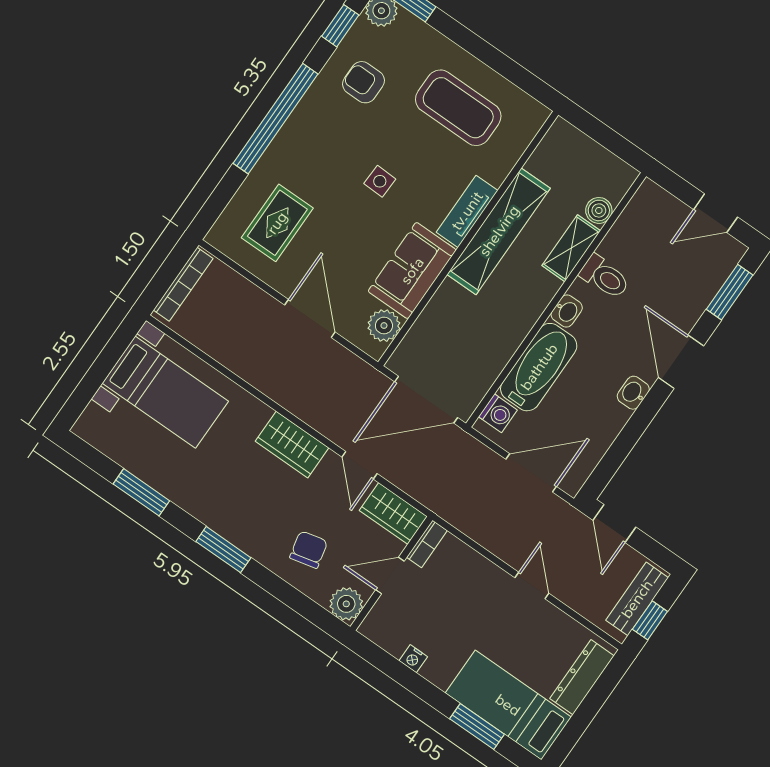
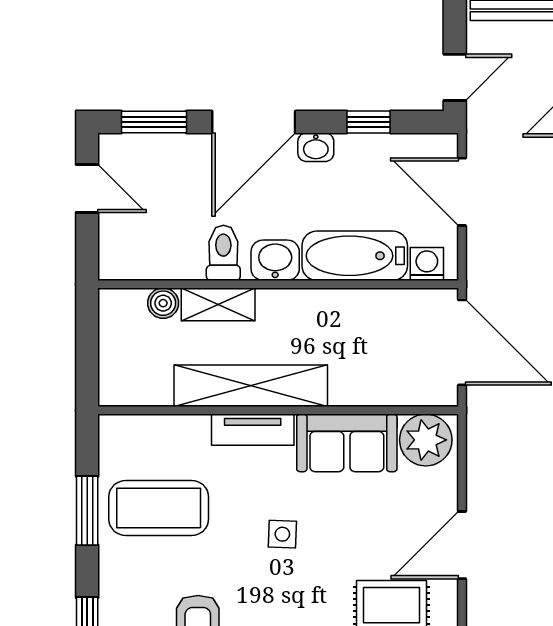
window: (491, 57) -> (87, 511), added
coffee table: (458, 108) -> (159, 508), turned 90
washbasin: (567, 311) -> (275, 260), width x1.38, depth x1.45
door: (310, 319) -> (462, 545), moved
plant: (384, 326) -> (426, 440), width x1.36, depth x1.36
door: (681, 362) -> (254, 122), width x1.36
window: (625, 442) -> (369, 122), added

